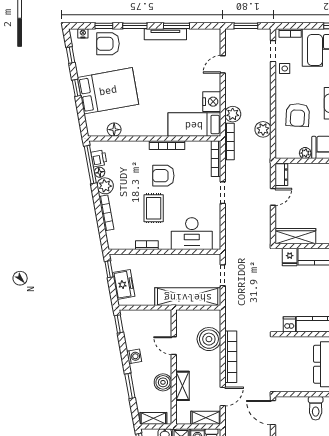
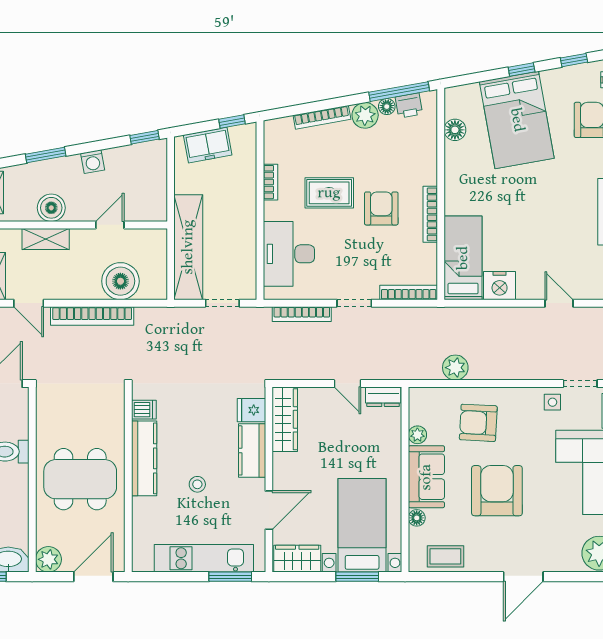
plant: (233, 114) -> (480, 319), removed
bookcase: (230, 142) -> (302, 314), moved

